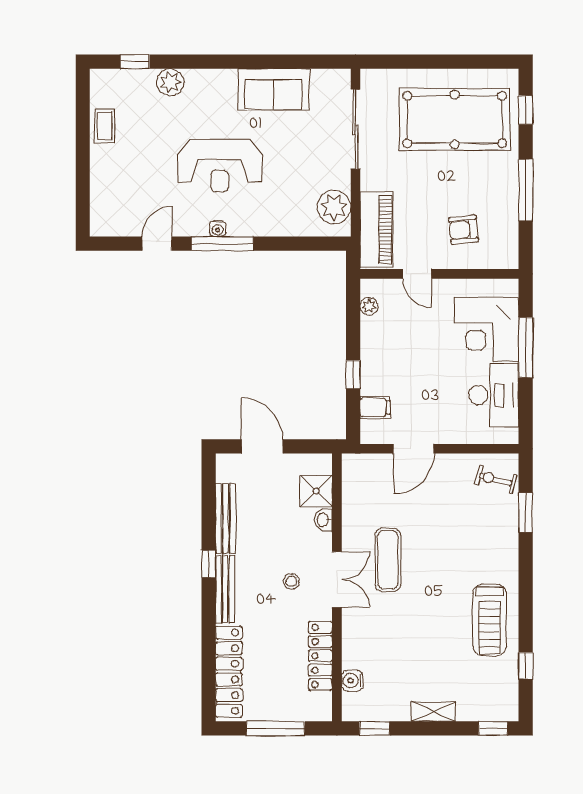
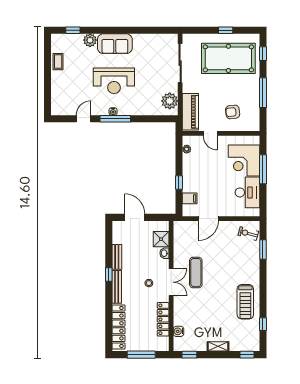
window: (449, 62) -> (226, 30), added
sofa: (274, 89) -> (115, 44), moved
bench: (225, 518) -> (117, 257), width x0.73

